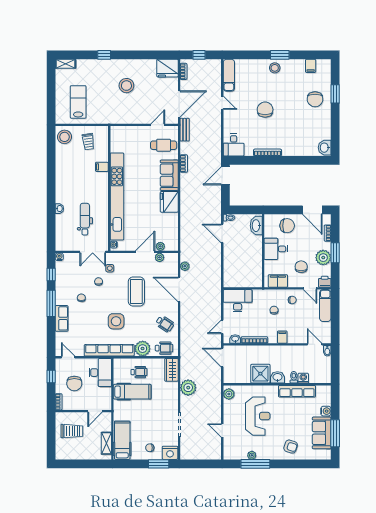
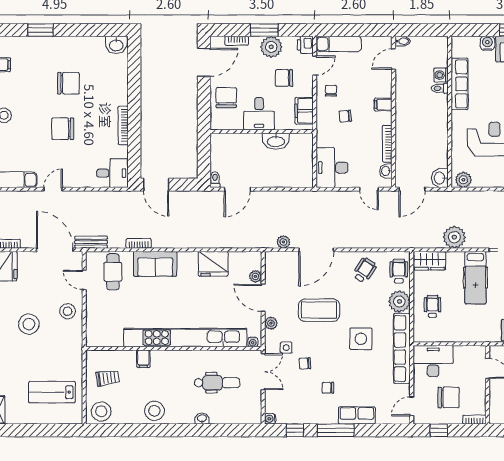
chair: (315, 99) -> (68, 83), moved
stool: (136, 113) -> (68, 311), added
stool: (65, 175) -> (154, 411), added
fridge: (169, 202) -> (213, 264), moved
dental chair: (85, 219) -> (217, 383), turned 180
washbasin: (256, 226) -> (276, 141), moved
plant: (160, 257) -> (271, 323), moved
shower: (260, 374) -> (435, 135), removed
washbasin: (278, 377) -> (440, 178), moved
hospital bed: (132, 392) -> (475, 278), moved, turned 180

